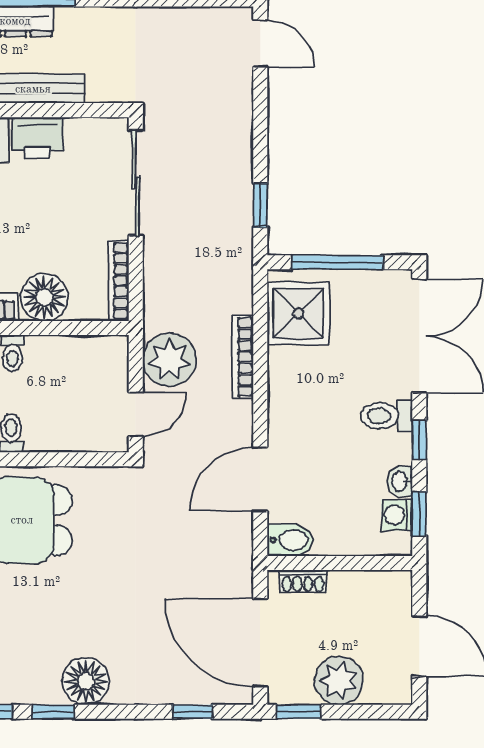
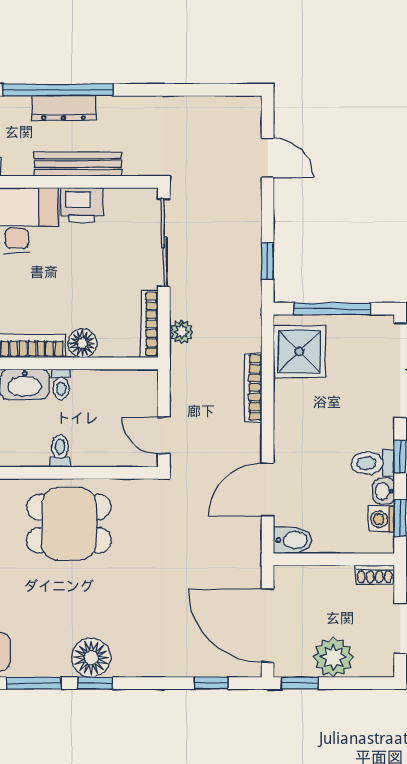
door: (260, 44) -> (268, 158), moved
floor lamp: (44, 297) -> (82, 343), width x0.73, depth x0.73
plant: (169, 360) -> (181, 332), moved, width x0.53, depth x0.53
door: (136, 414) -> (164, 435), swing flipped
toilet: (386, 416) -> (373, 463), moved
shoe rack: (303, 581) -> (375, 575), moved
floor lamp: (86, 681) -> (91, 658), moved

